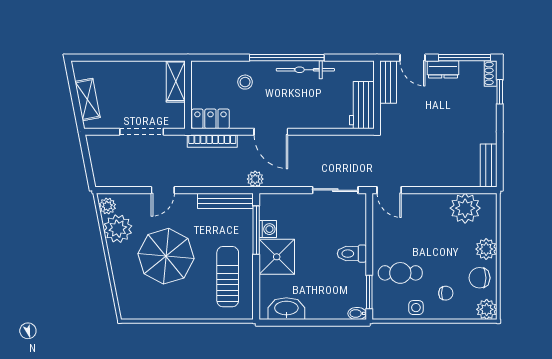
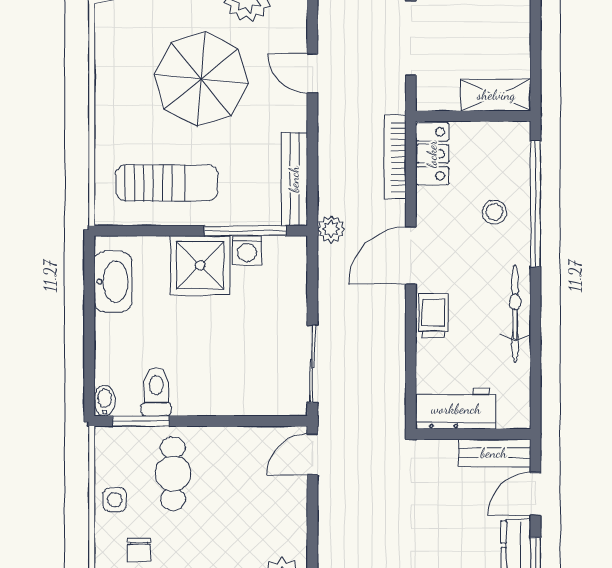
window: (287, 58) -> (535, 204), moved
trolley: (307, 118) -> (433, 316), added
toilet: (352, 254) -> (156, 392), moved

